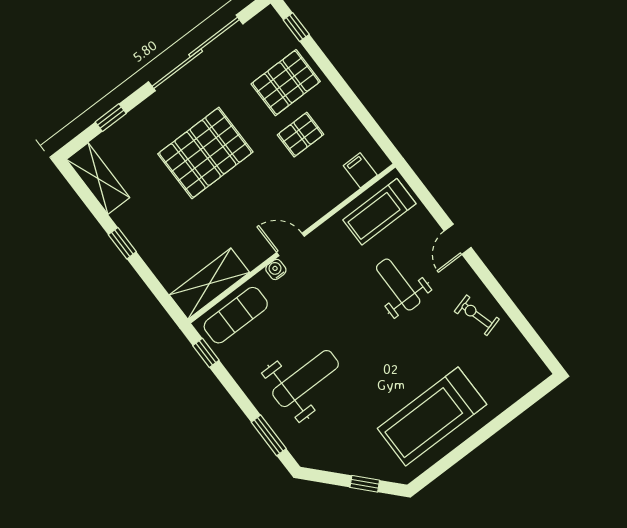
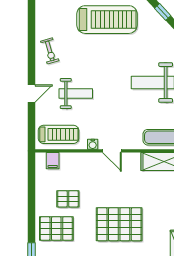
water cooler: (276, 269) -> (93, 144), moved
weight bench: (398, 285) -> (76, 94), turned -90

